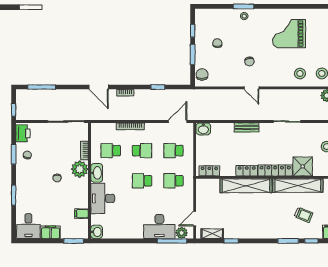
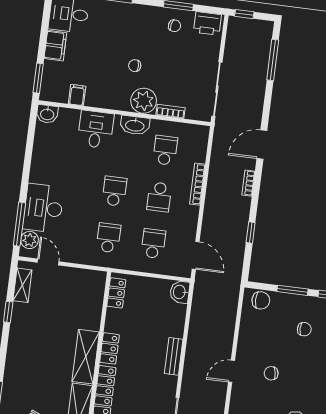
shelving: (246, 186) -> (86, 357), width x0.68
desk: (103, 198) -> (96, 129), width x0.73

